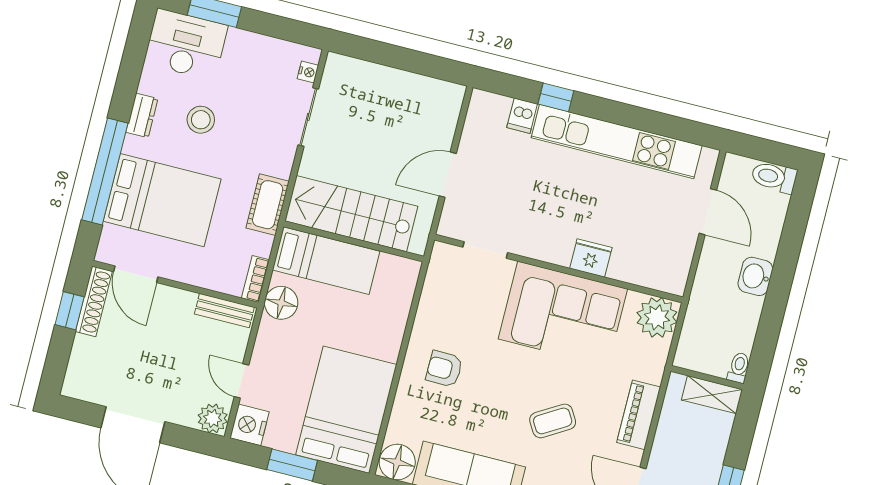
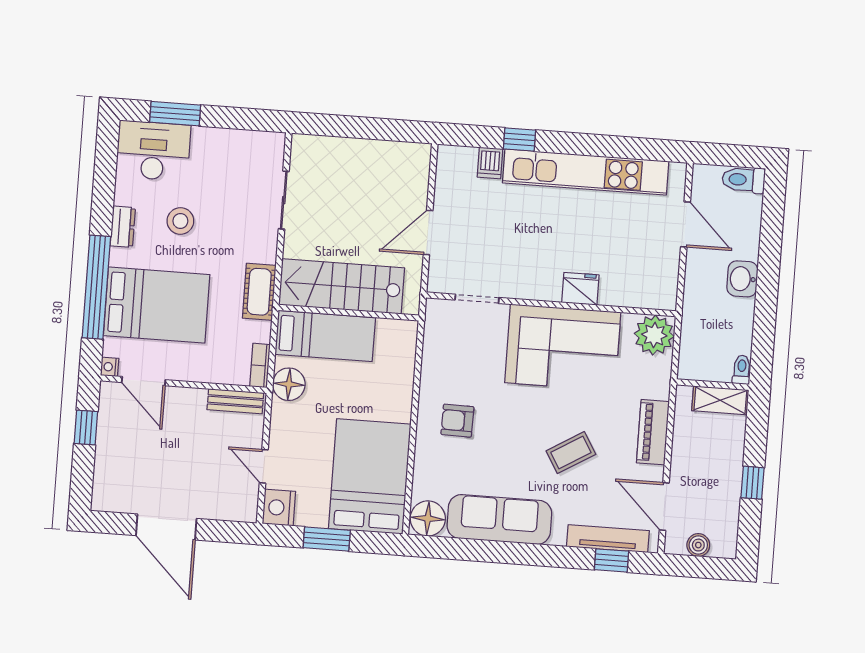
nightstand: (308, 72) -> (110, 367), moved, turned 180
shoe rack: (94, 301) -> (108, 414), removed
plant: (213, 418) -> (242, 507), removed

